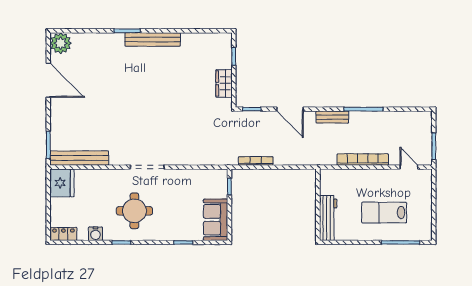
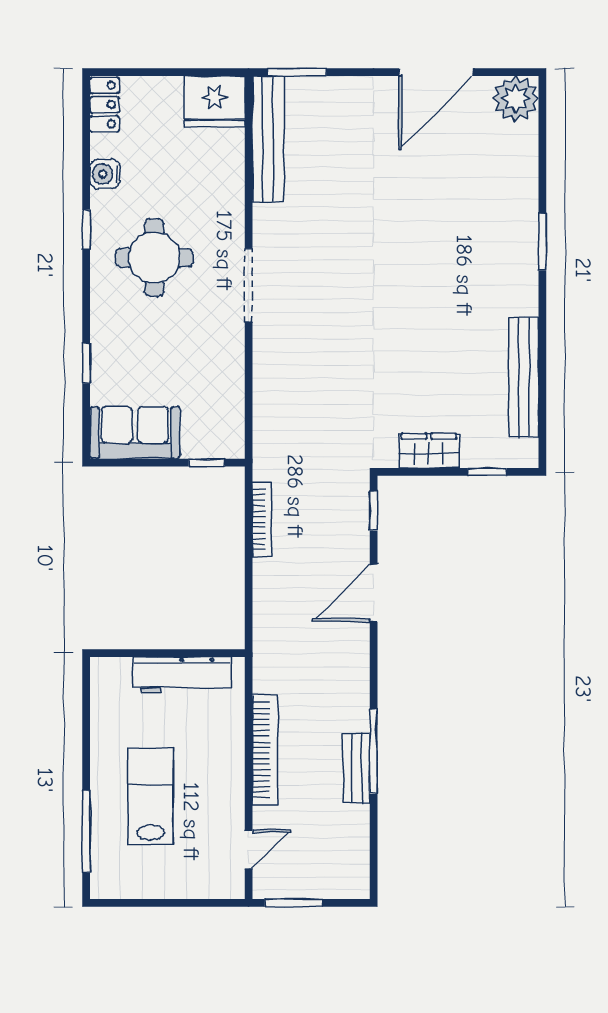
bench: (153, 39) -> (524, 377), moved
bench: (332, 117) -> (356, 768), moved
workbench: (328, 218) -> (182, 675), moved

